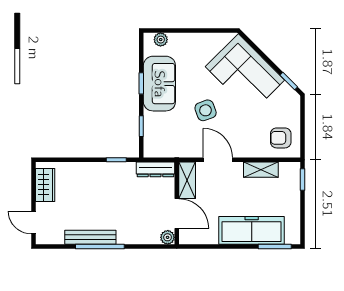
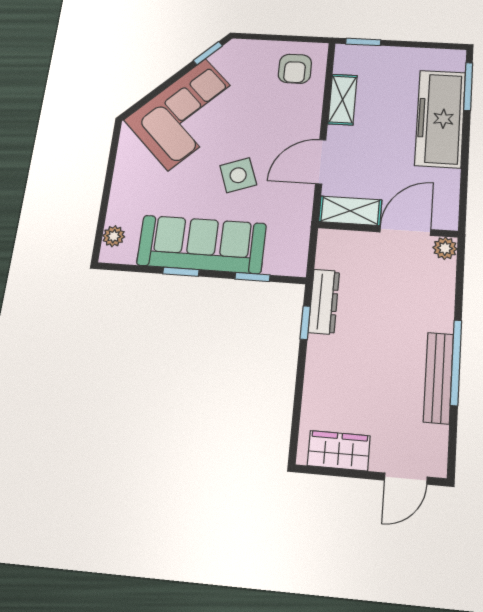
sofa: (159, 84) -> (202, 244), width x1.36
dresser: (155, 169) -> (324, 302), moved

